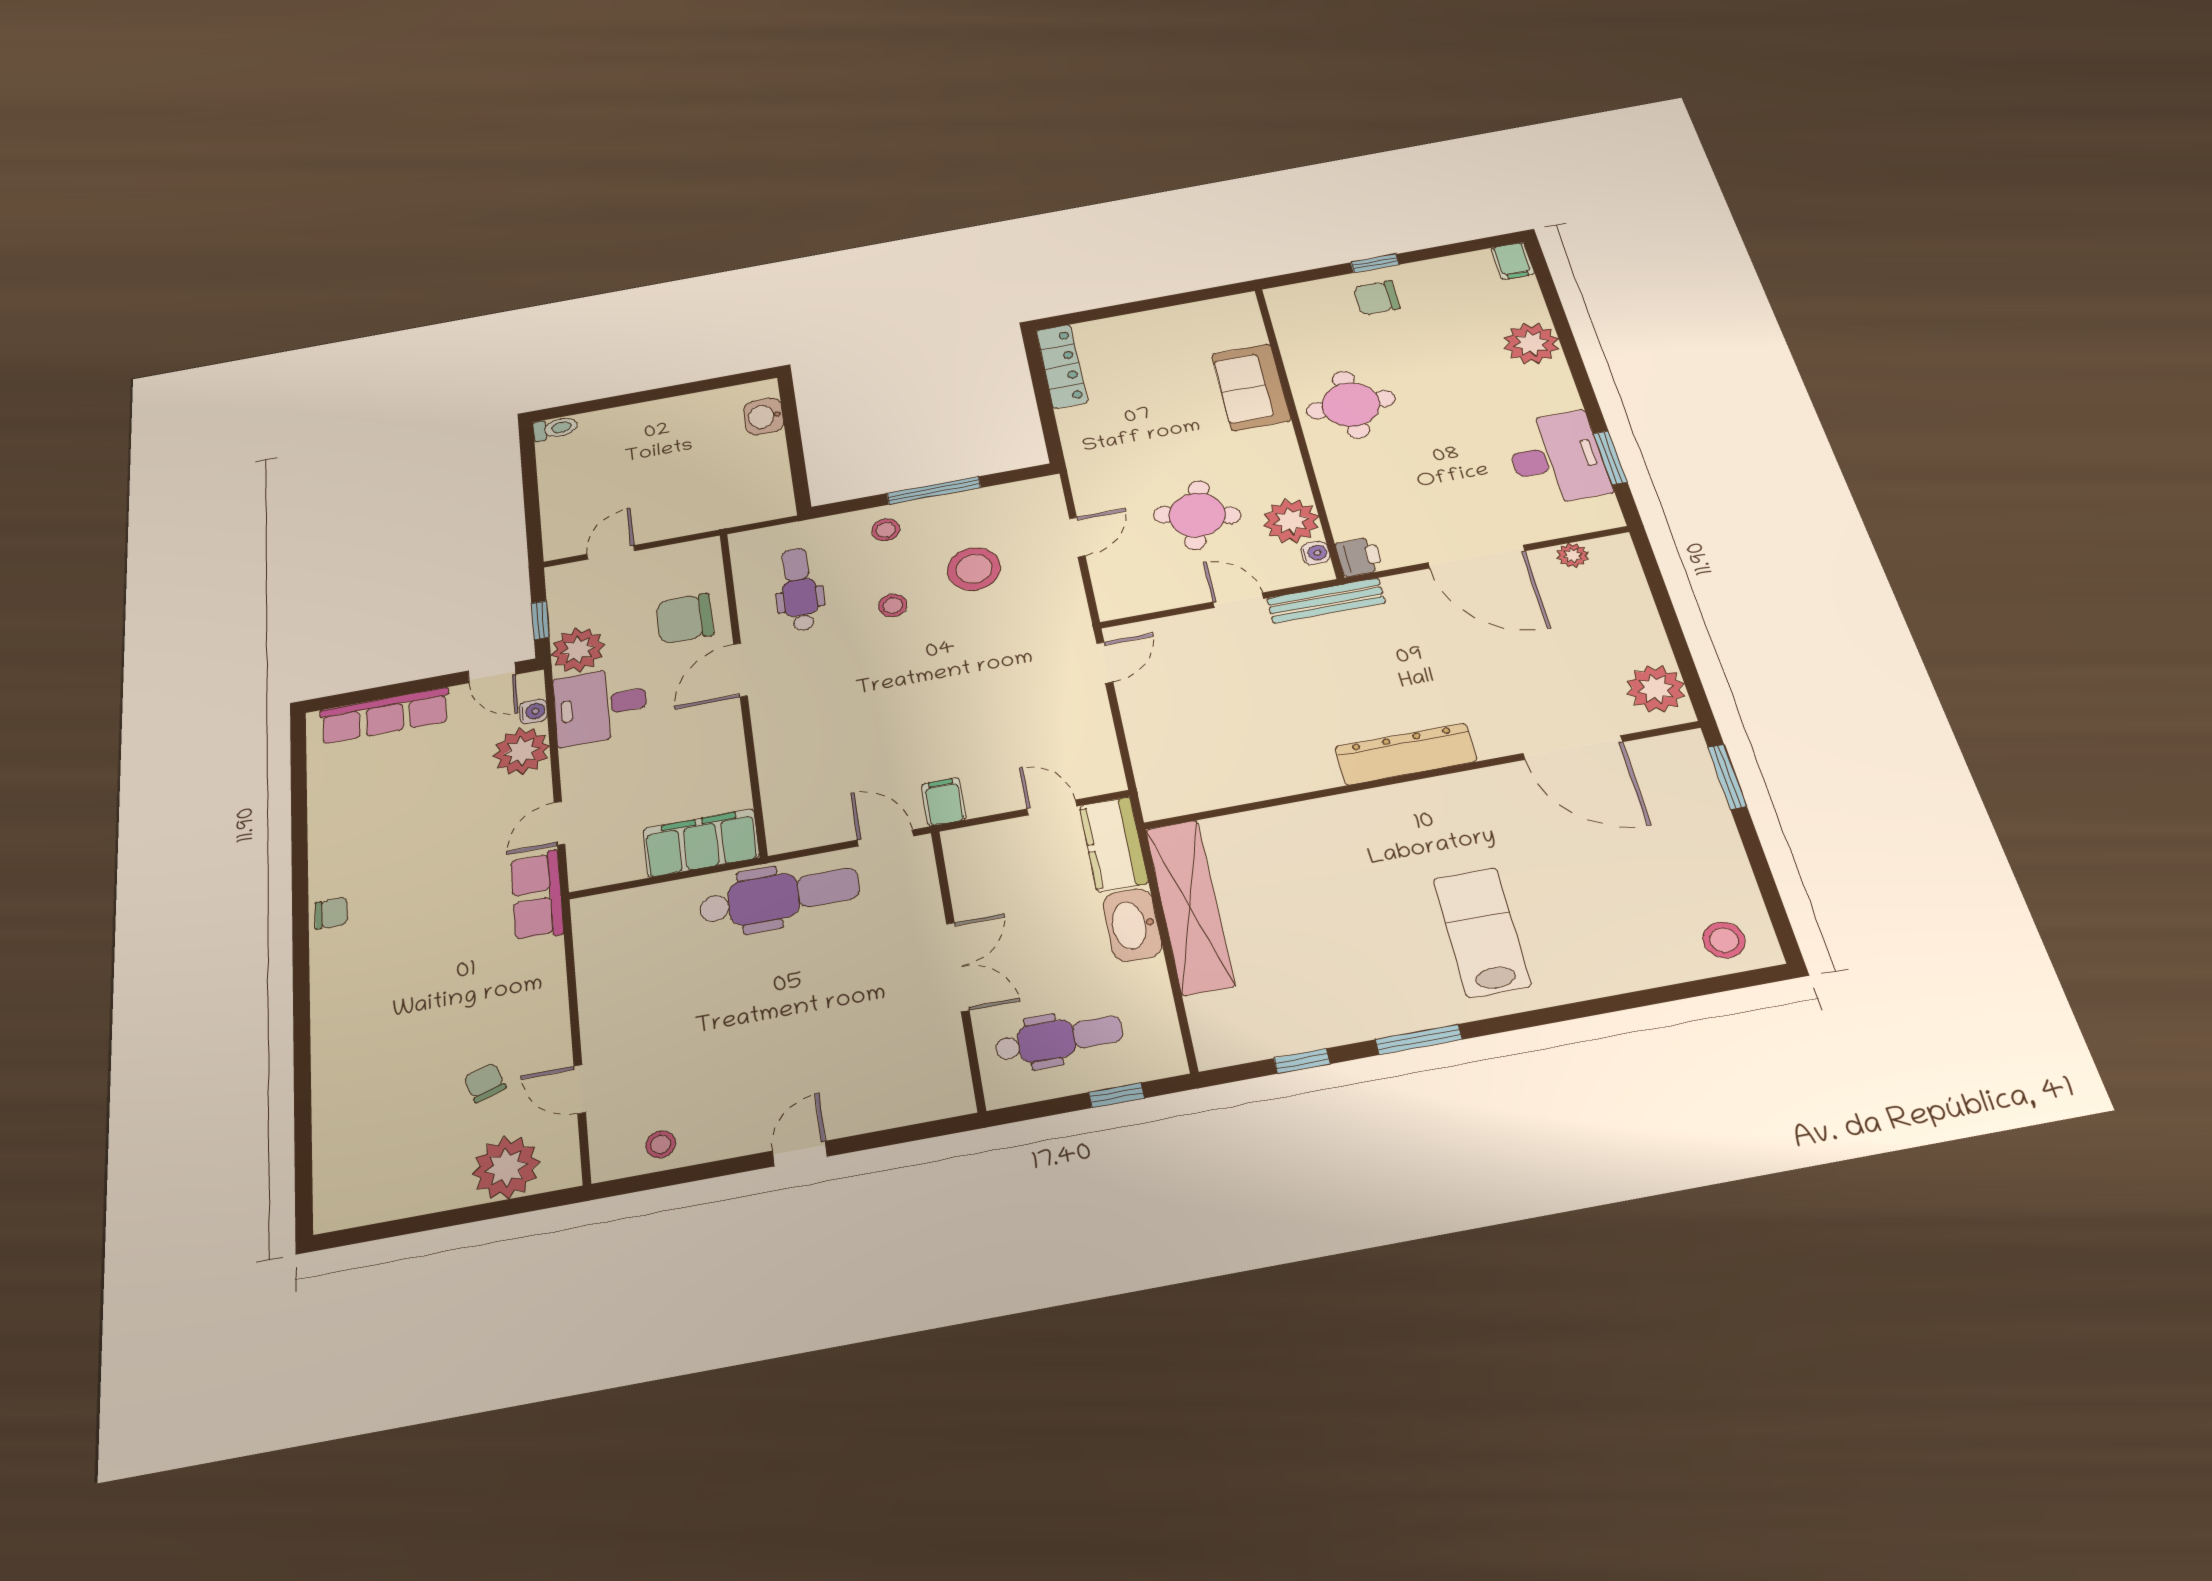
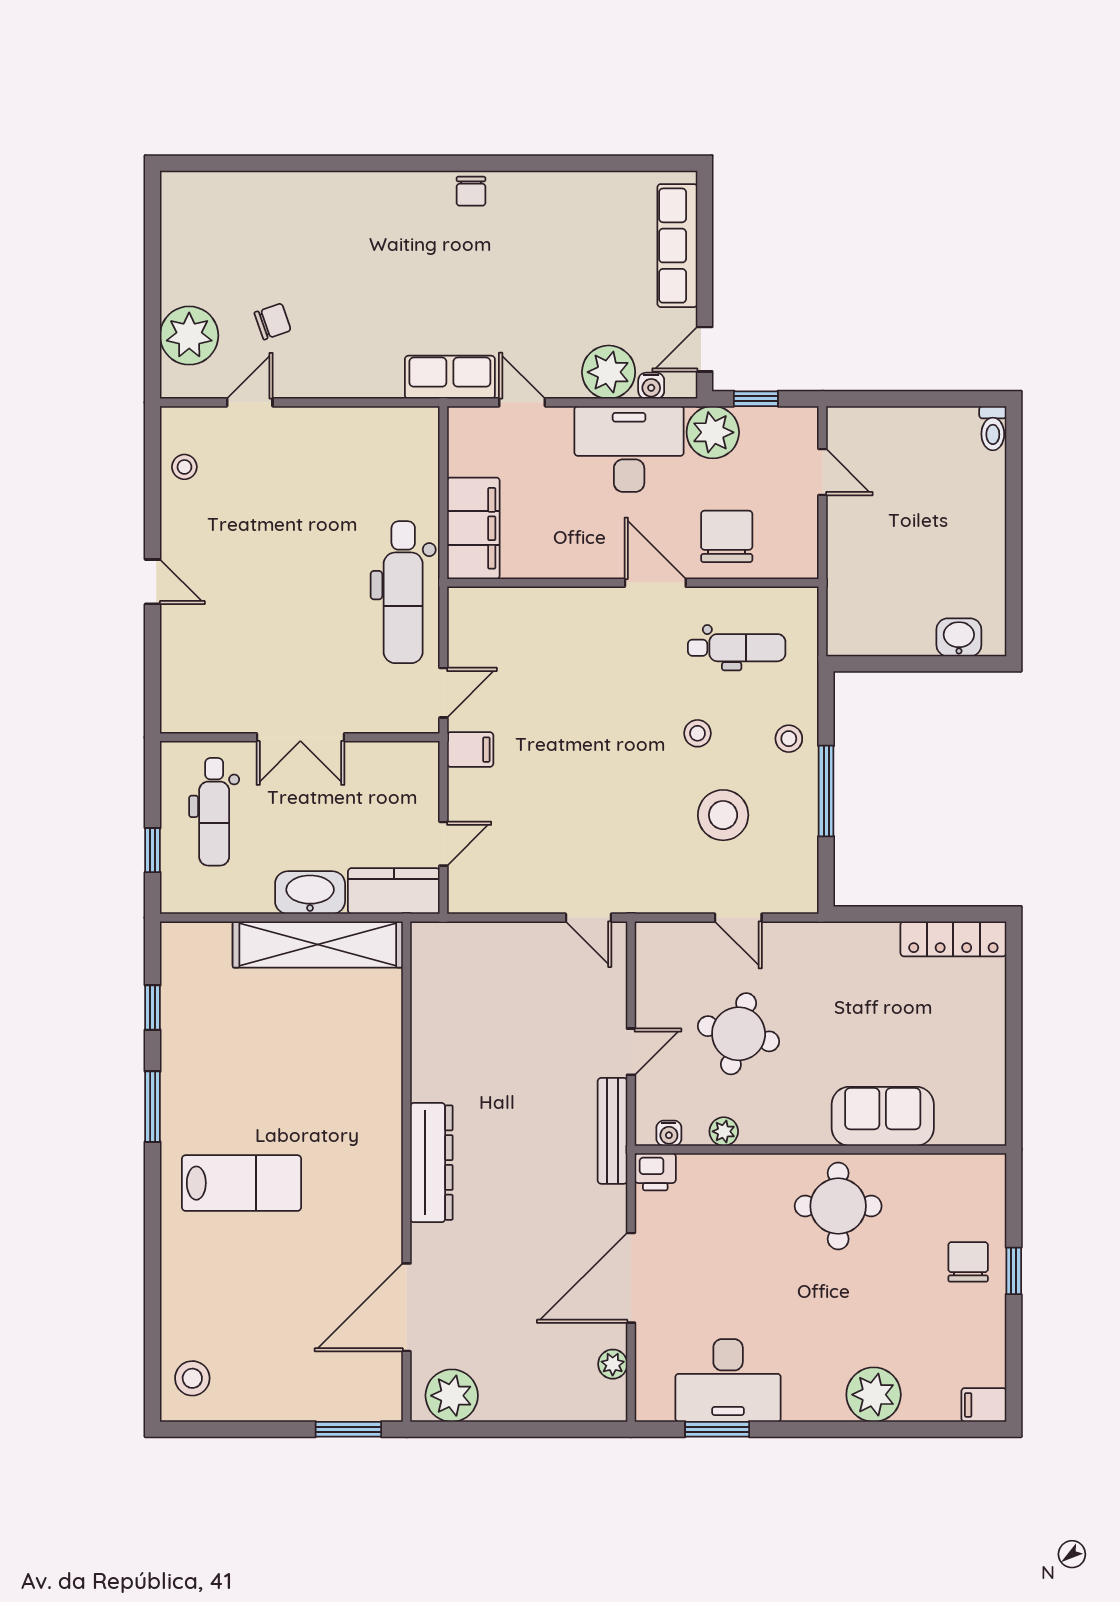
plant: (1291, 521) -> (724, 1131), width x0.53, depth x0.53
desk: (601, 706) -> (629, 449), width x1.37

